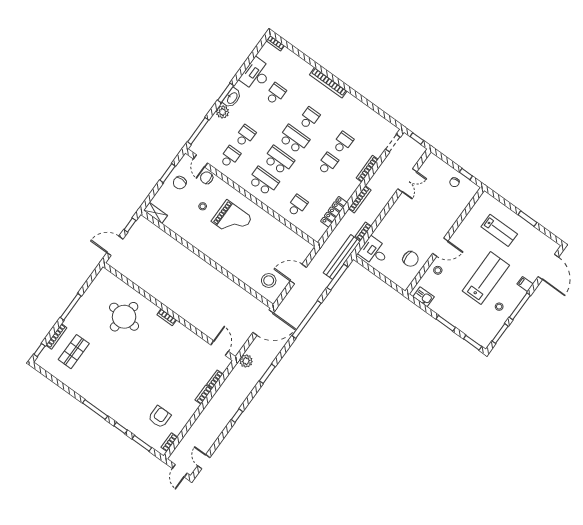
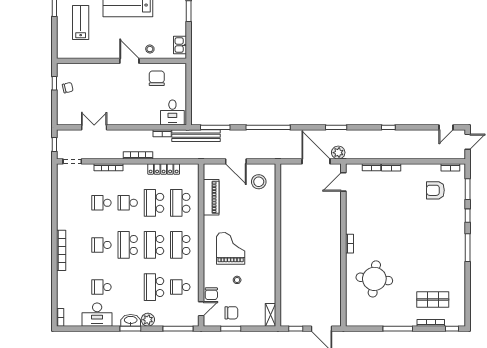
school desk: (245, 136) -> (154, 287), width x1.85
school desk: (312, 185) -> (154, 203), added
school desk: (297, 206) -> (180, 203), width x1.85
piano: (284, 234) -> (211, 197), added
door: (263, 323) -> (316, 161), moved

